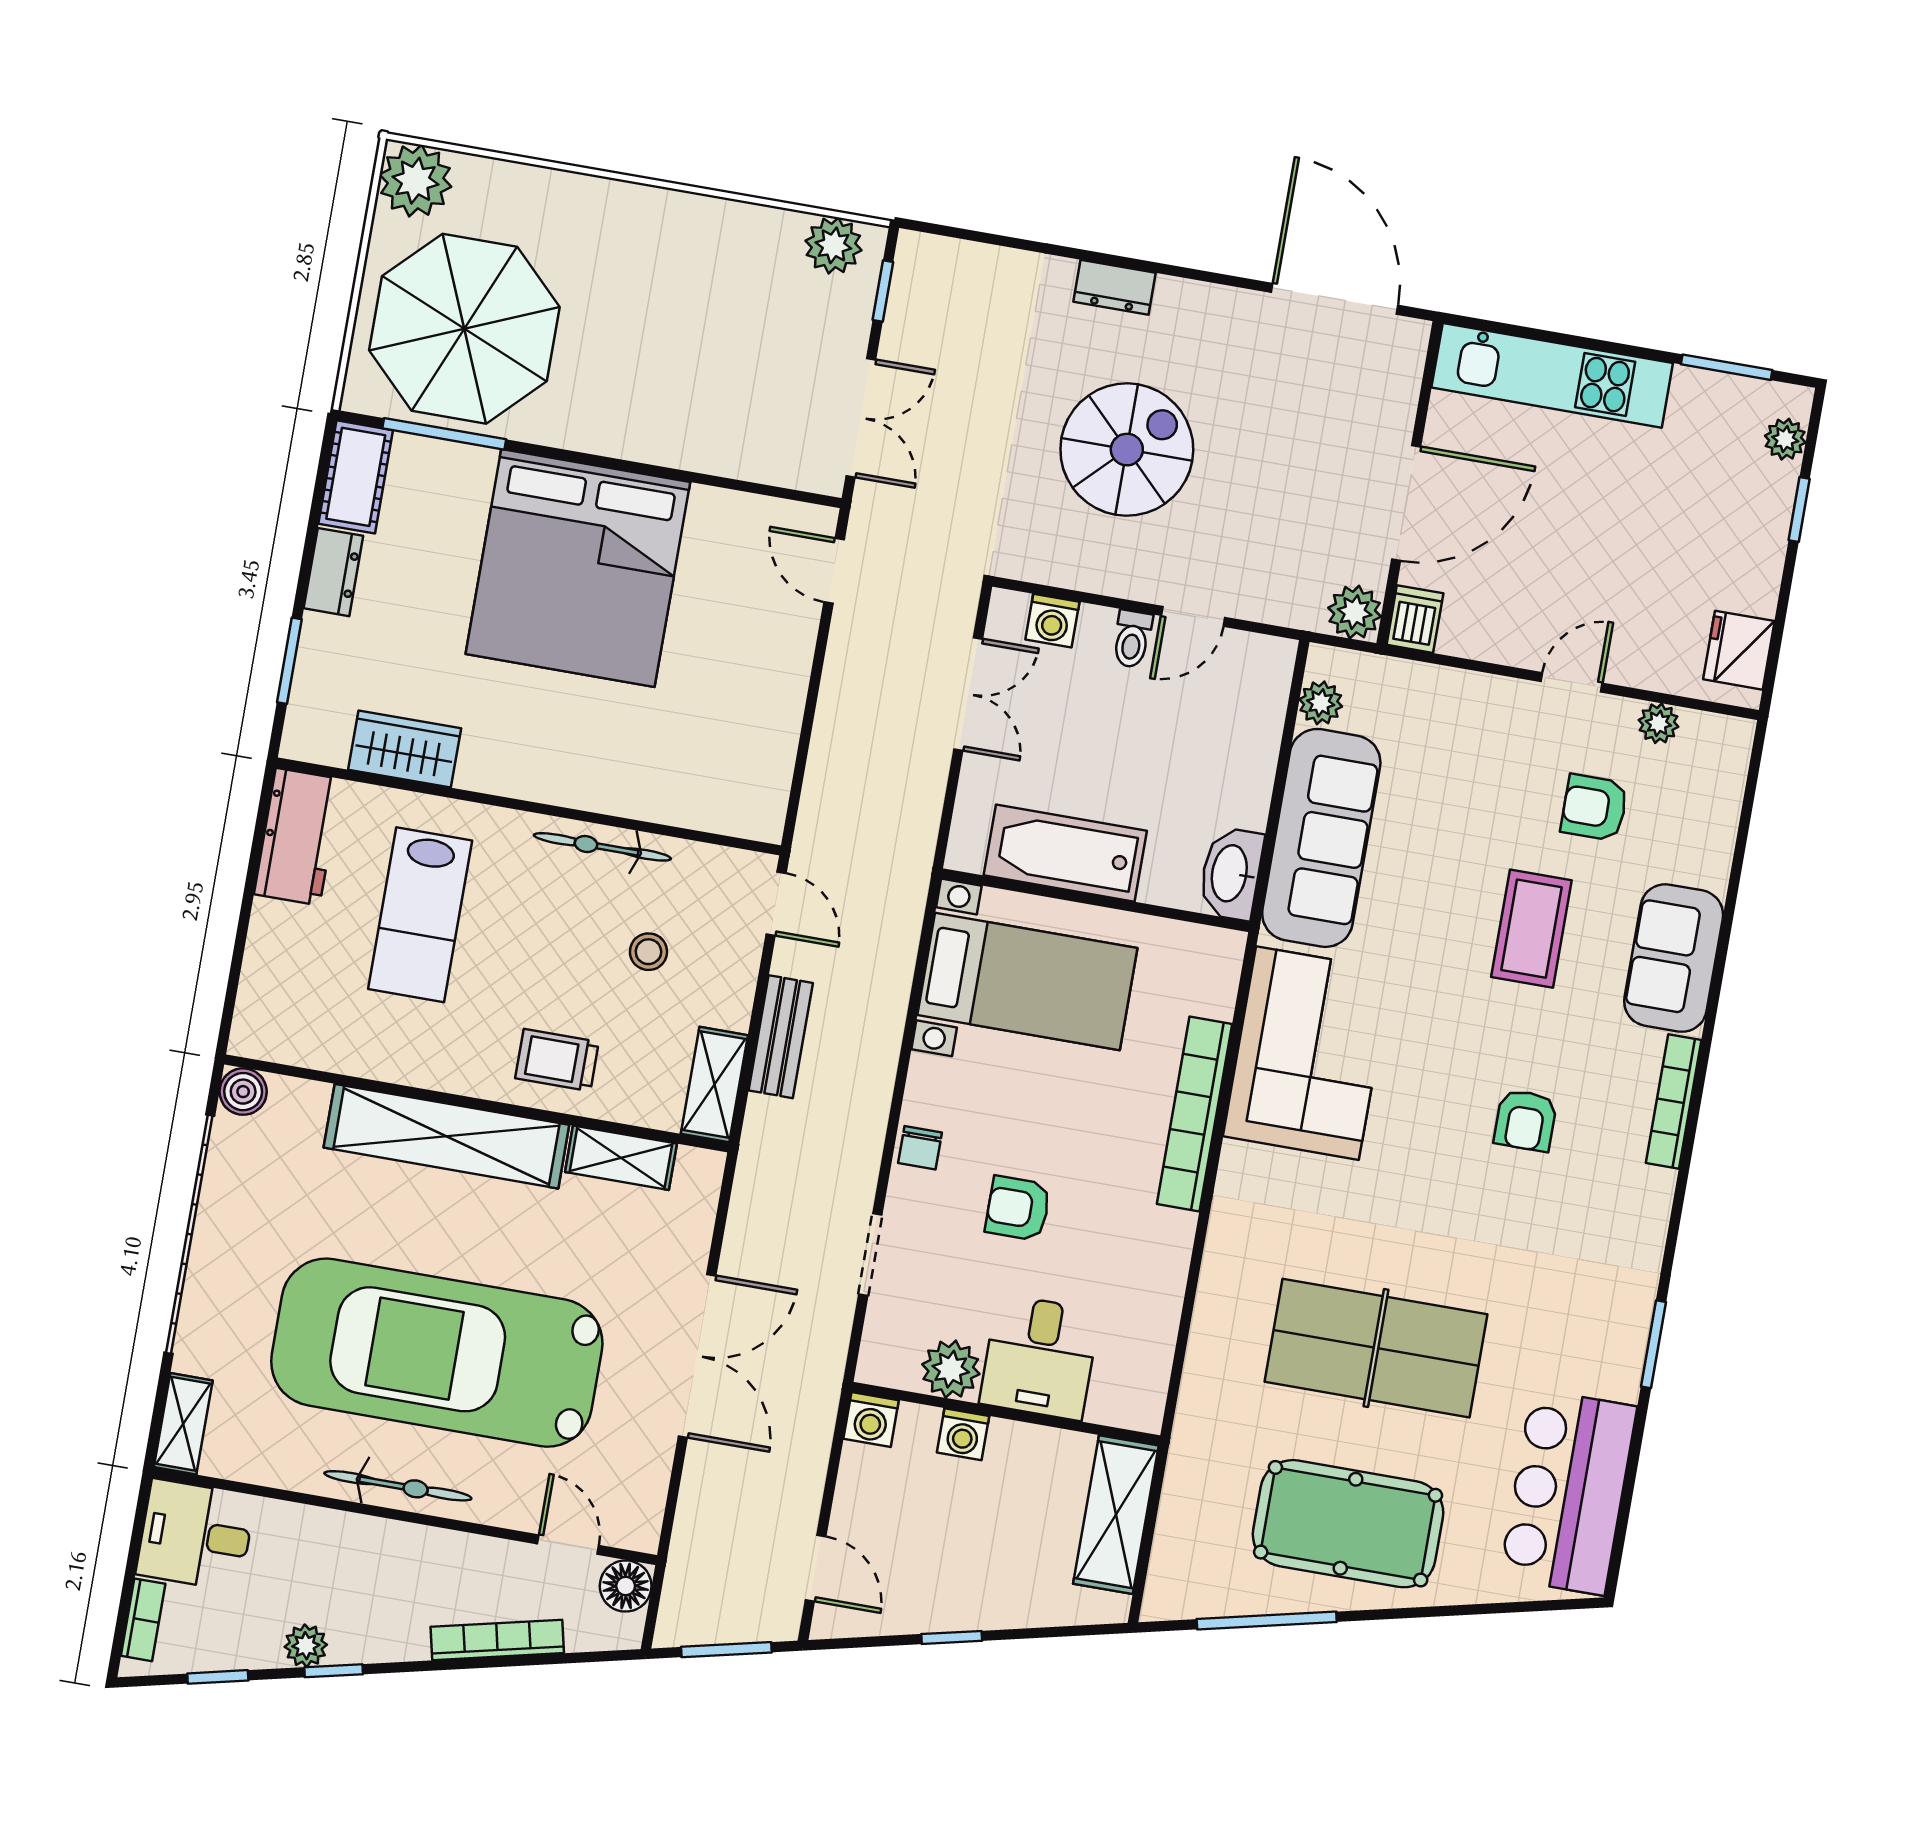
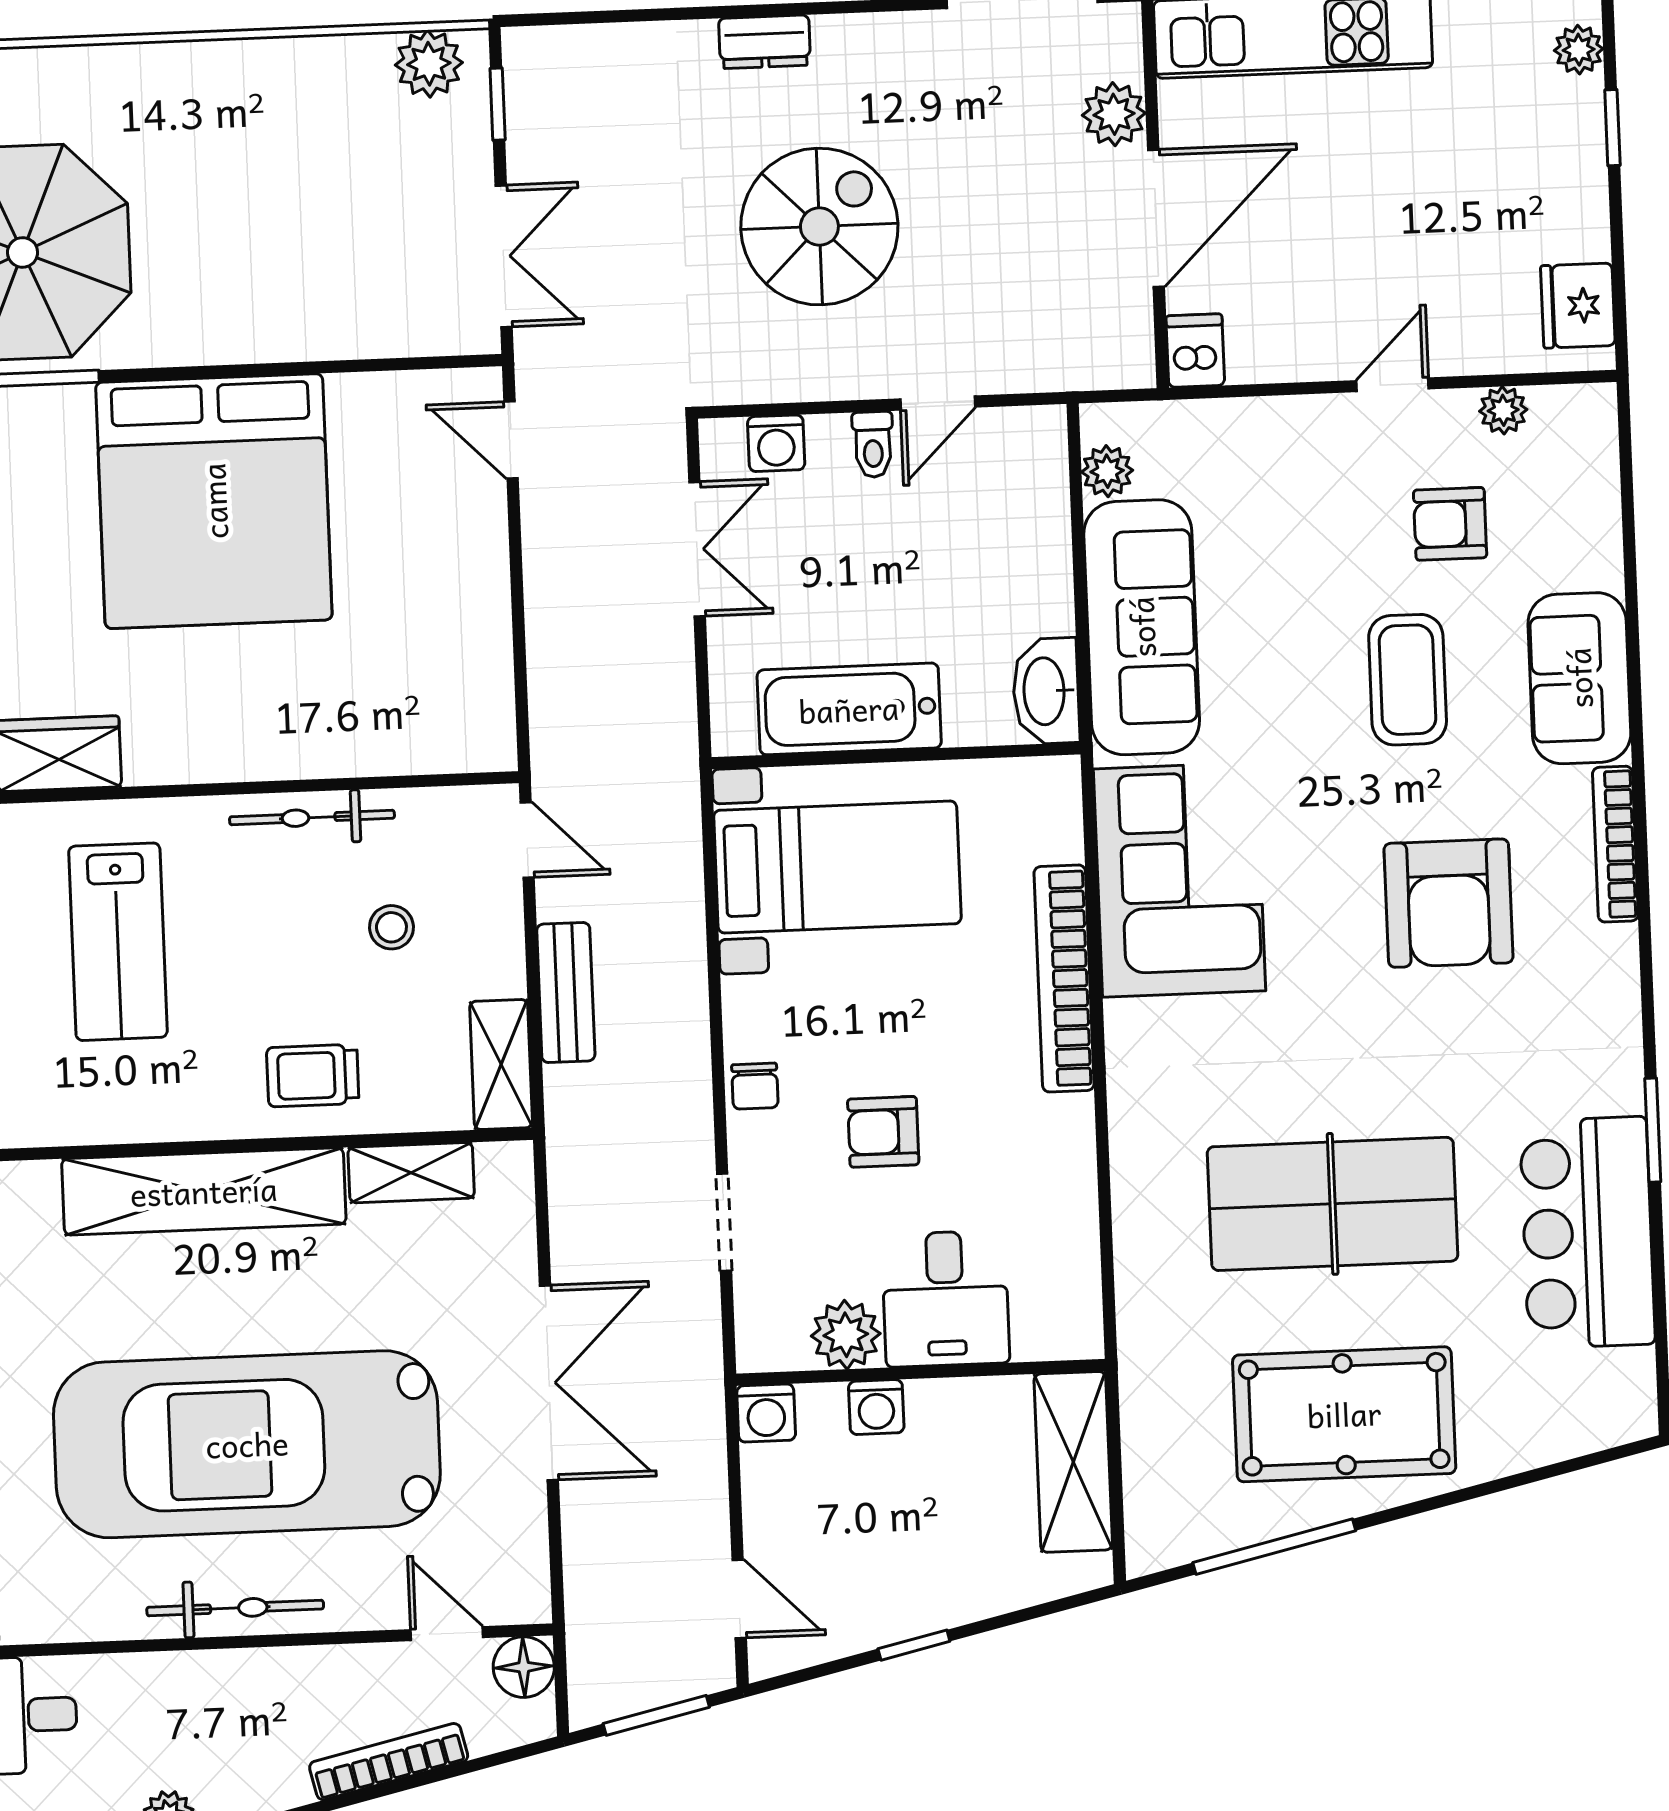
plant: (1355, 612) -> (1114, 114), moved
armchair: (1525, 1120) -> (1449, 903), width x1.88, depth x1.88
bar counter: (1568, 1492) -> (1587, 1233), moved

